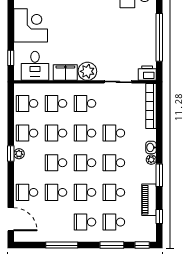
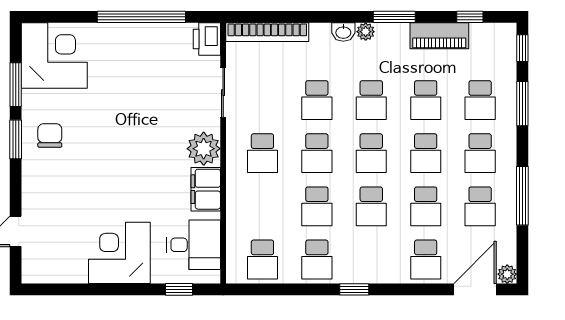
school desk: (56, 103) -> (480, 206), moved
plant: (19, 154) -> (507, 274), moved

